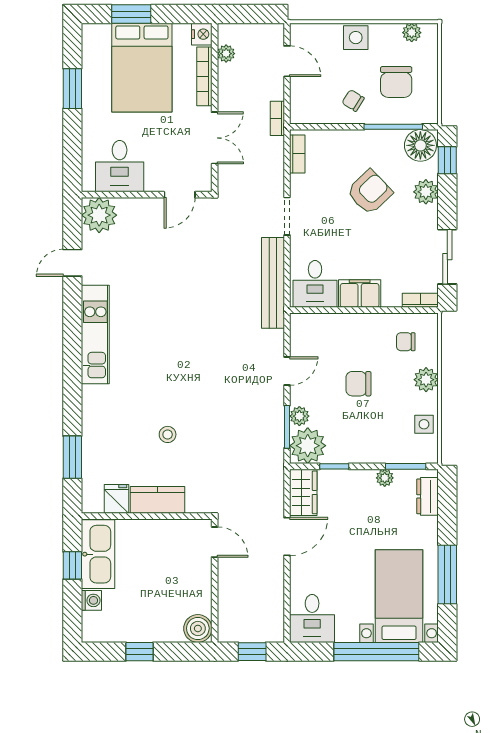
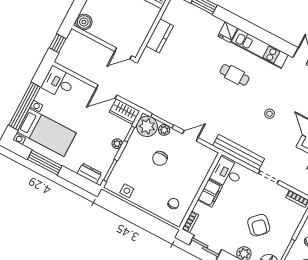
cafe table: (157, 352) -> (235, 75), added
door: (287, 371) -> (190, 136), swing flipped
plant: (426, 380) -> (149, 204), removed
chair: (358, 384) -> (160, 158), moved, turned 180
stool: (168, 434) -> (270, 114), moved
plant: (385, 478) -> (117, 144), moved
fridge: (117, 499) -> (228, 32), moved, turned 90
door: (287, 536) -> (107, 92), hinge flipped

